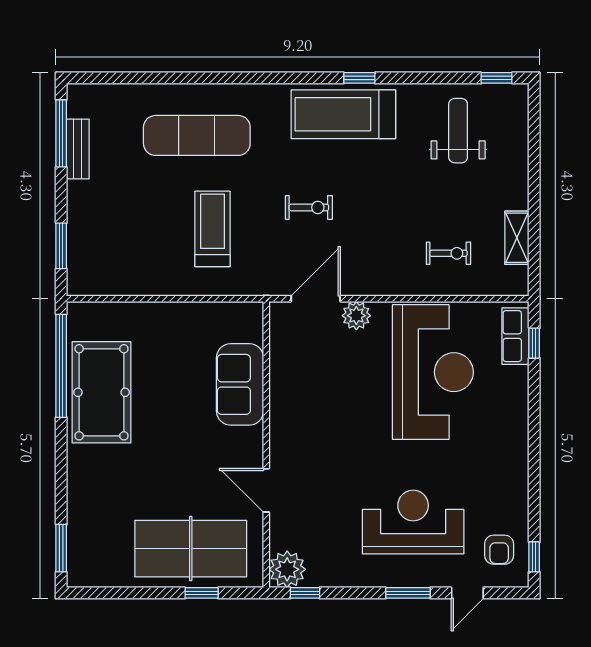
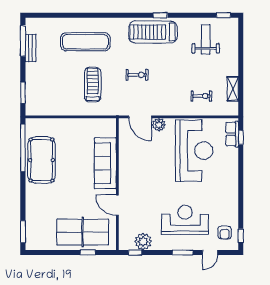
door: (316, 299) -> (140, 117), swing flipped
sofa: (240, 384) -> (105, 163), width x1.36
plant: (287, 569) -> (143, 242), moved

